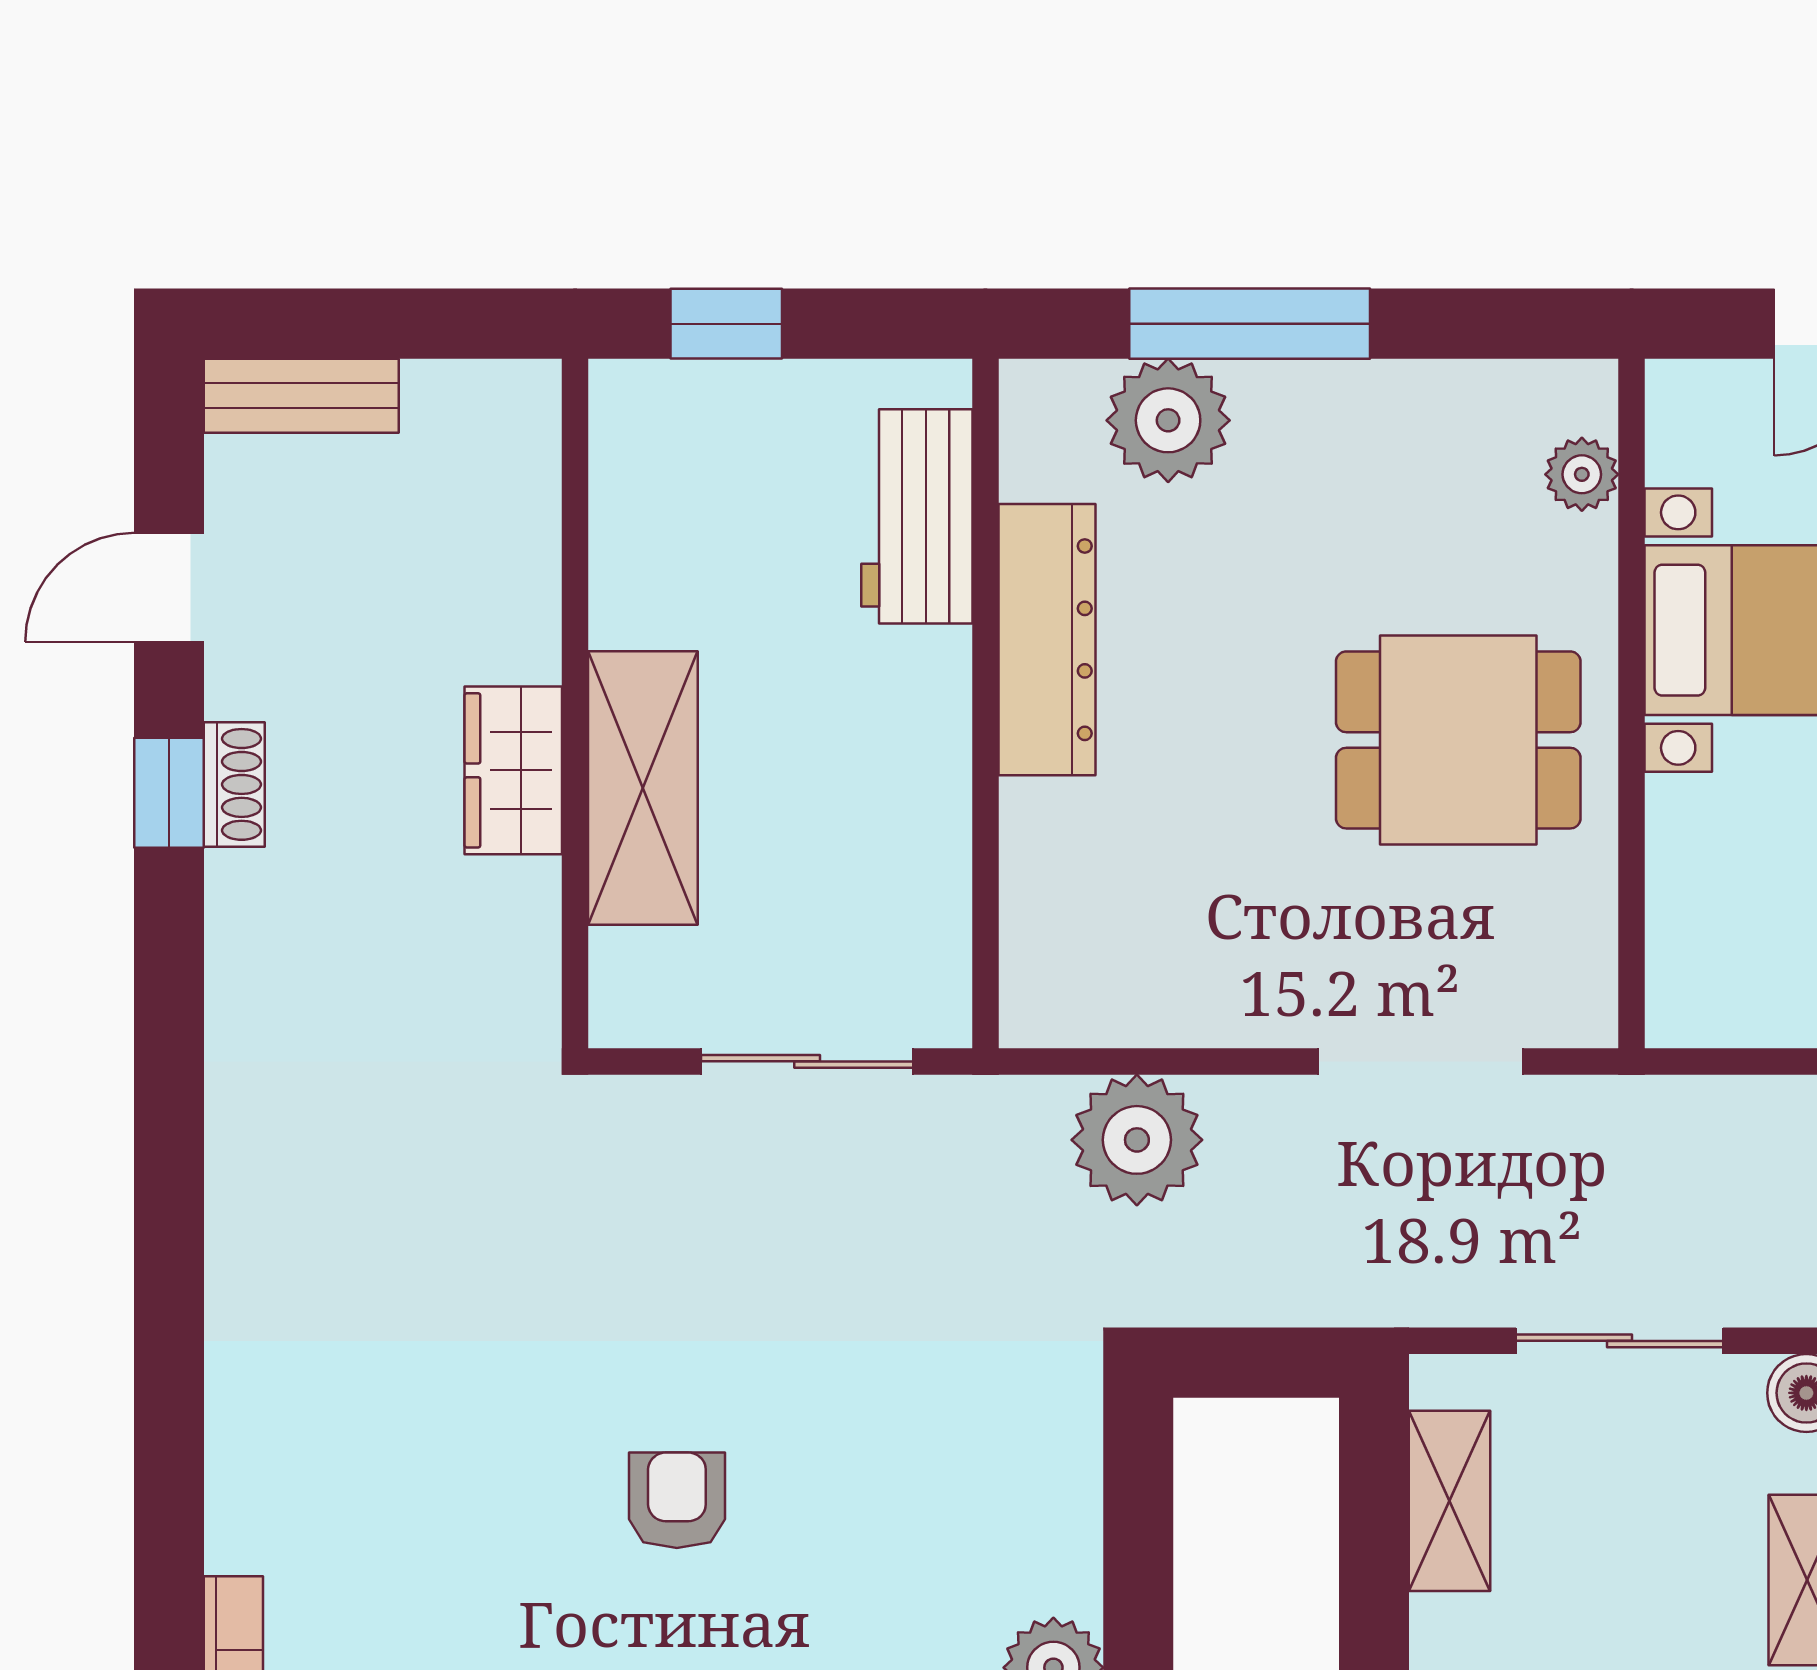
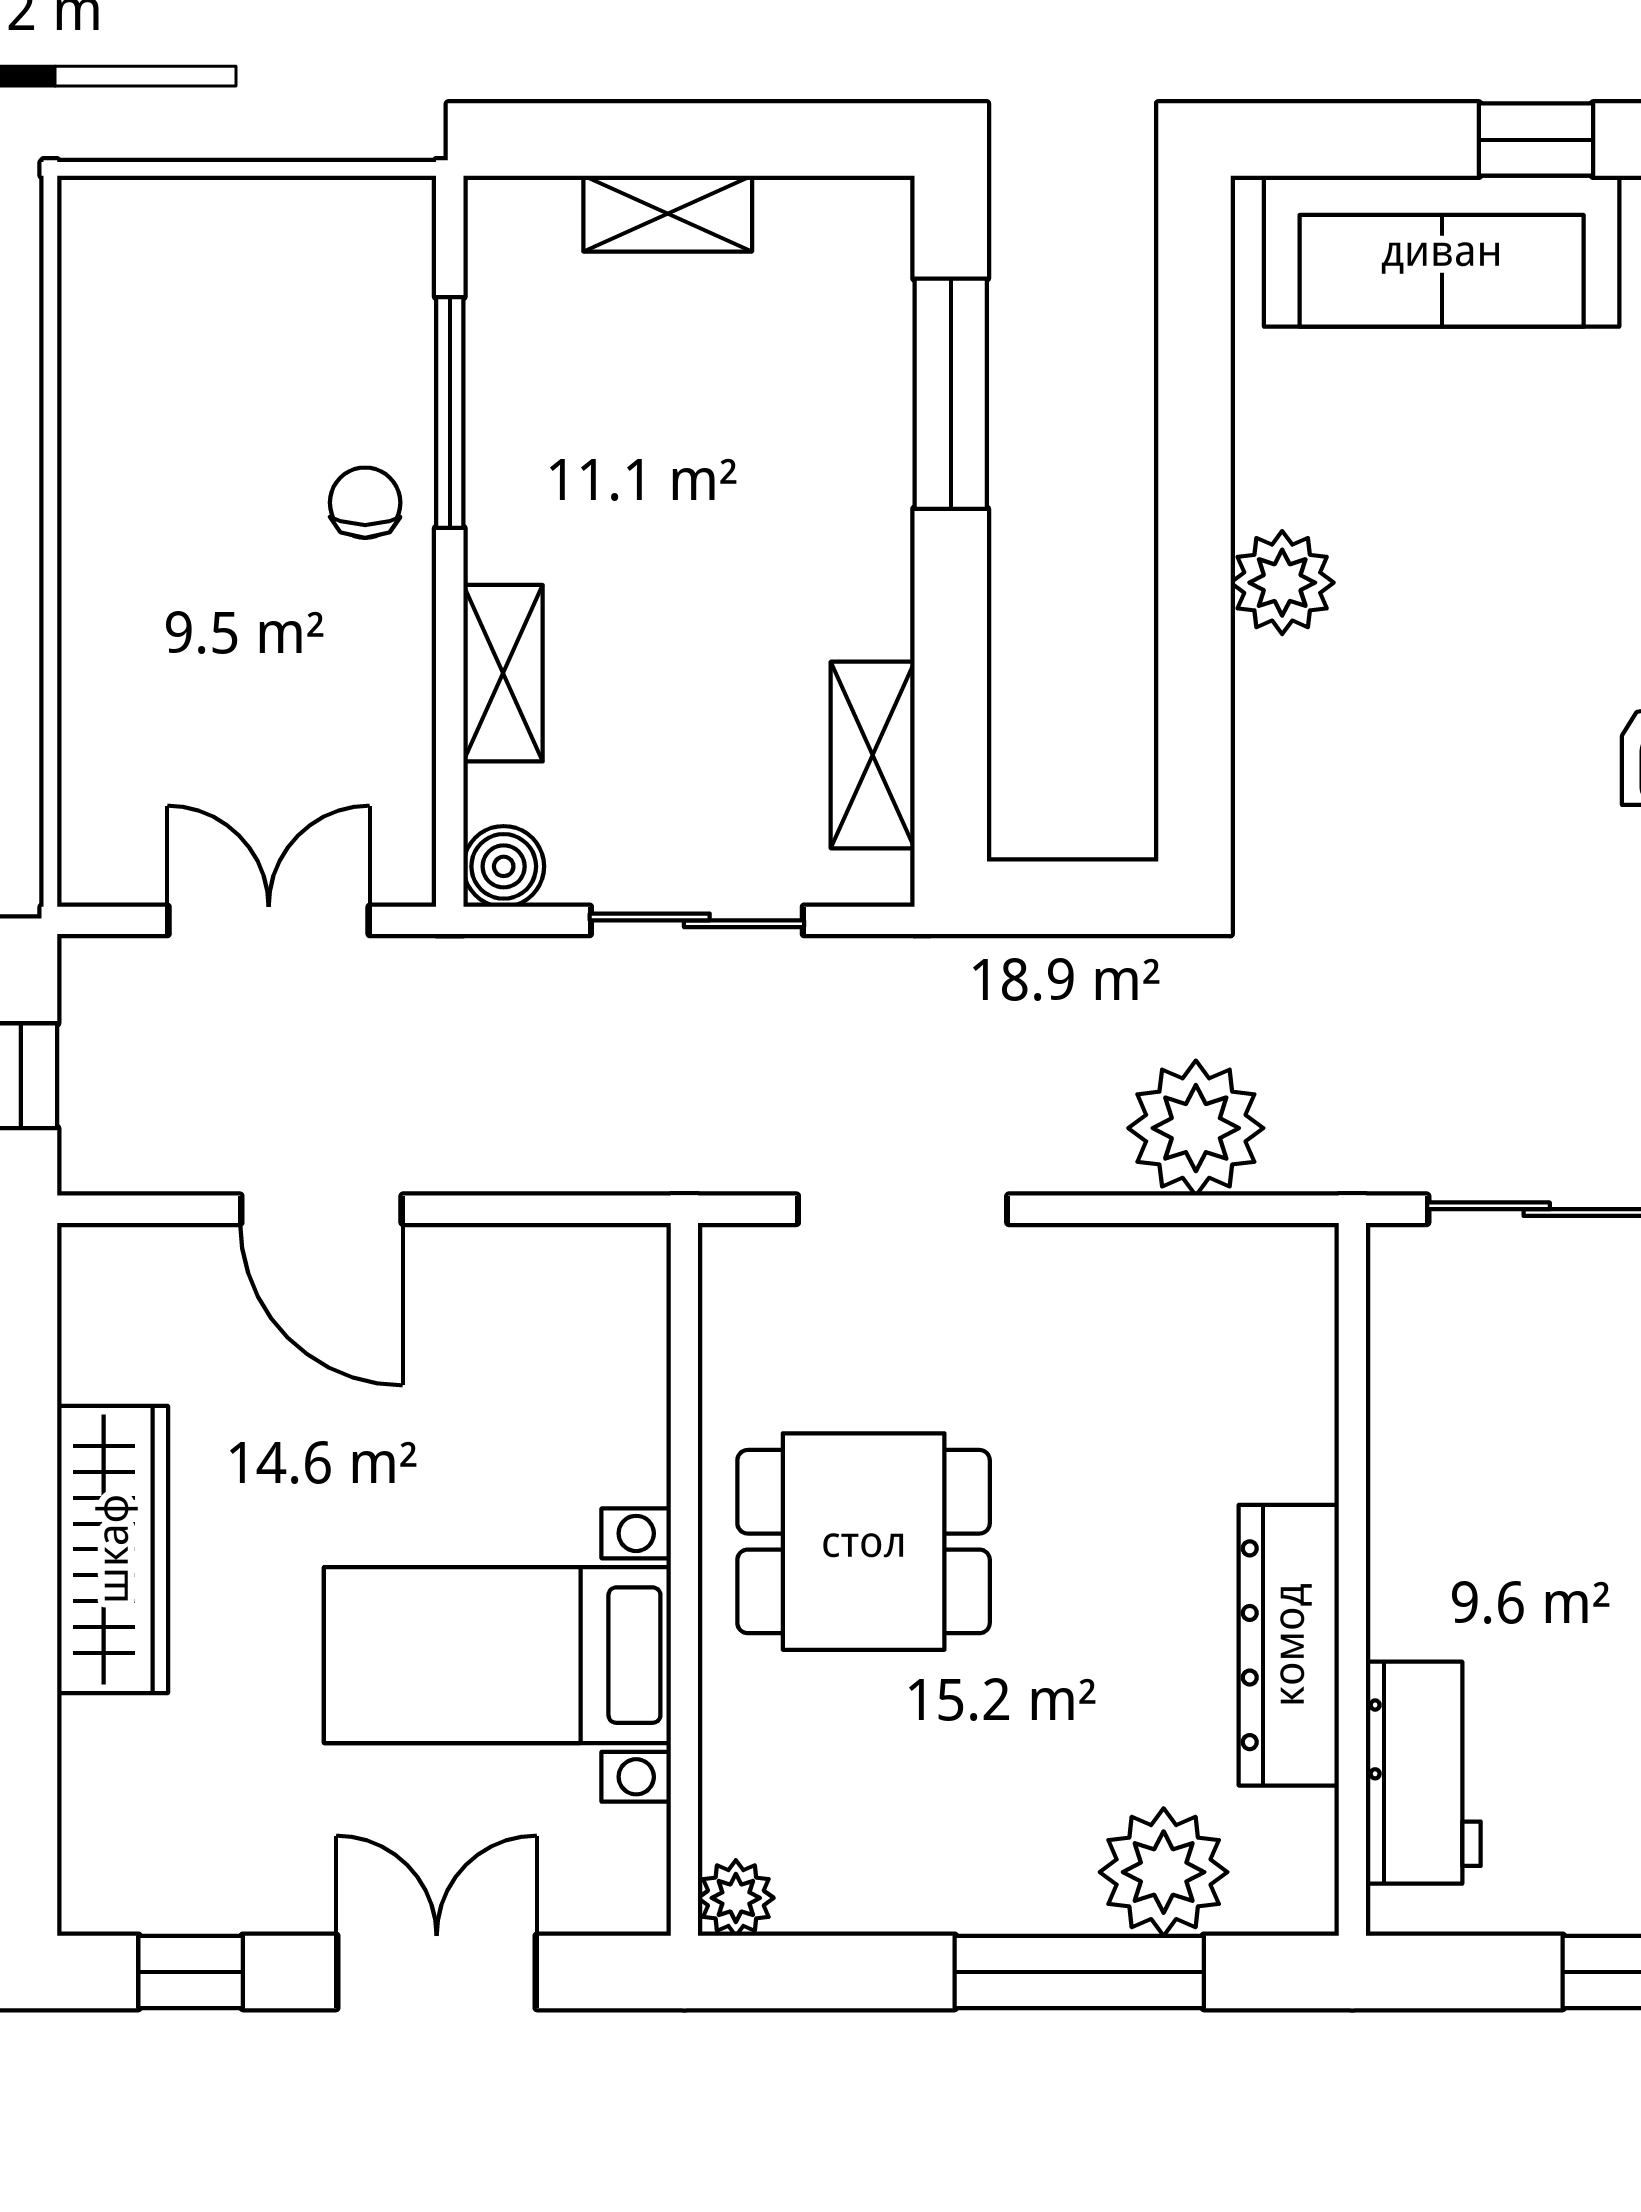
plant: (1582, 474) -> (736, 1898), moved

